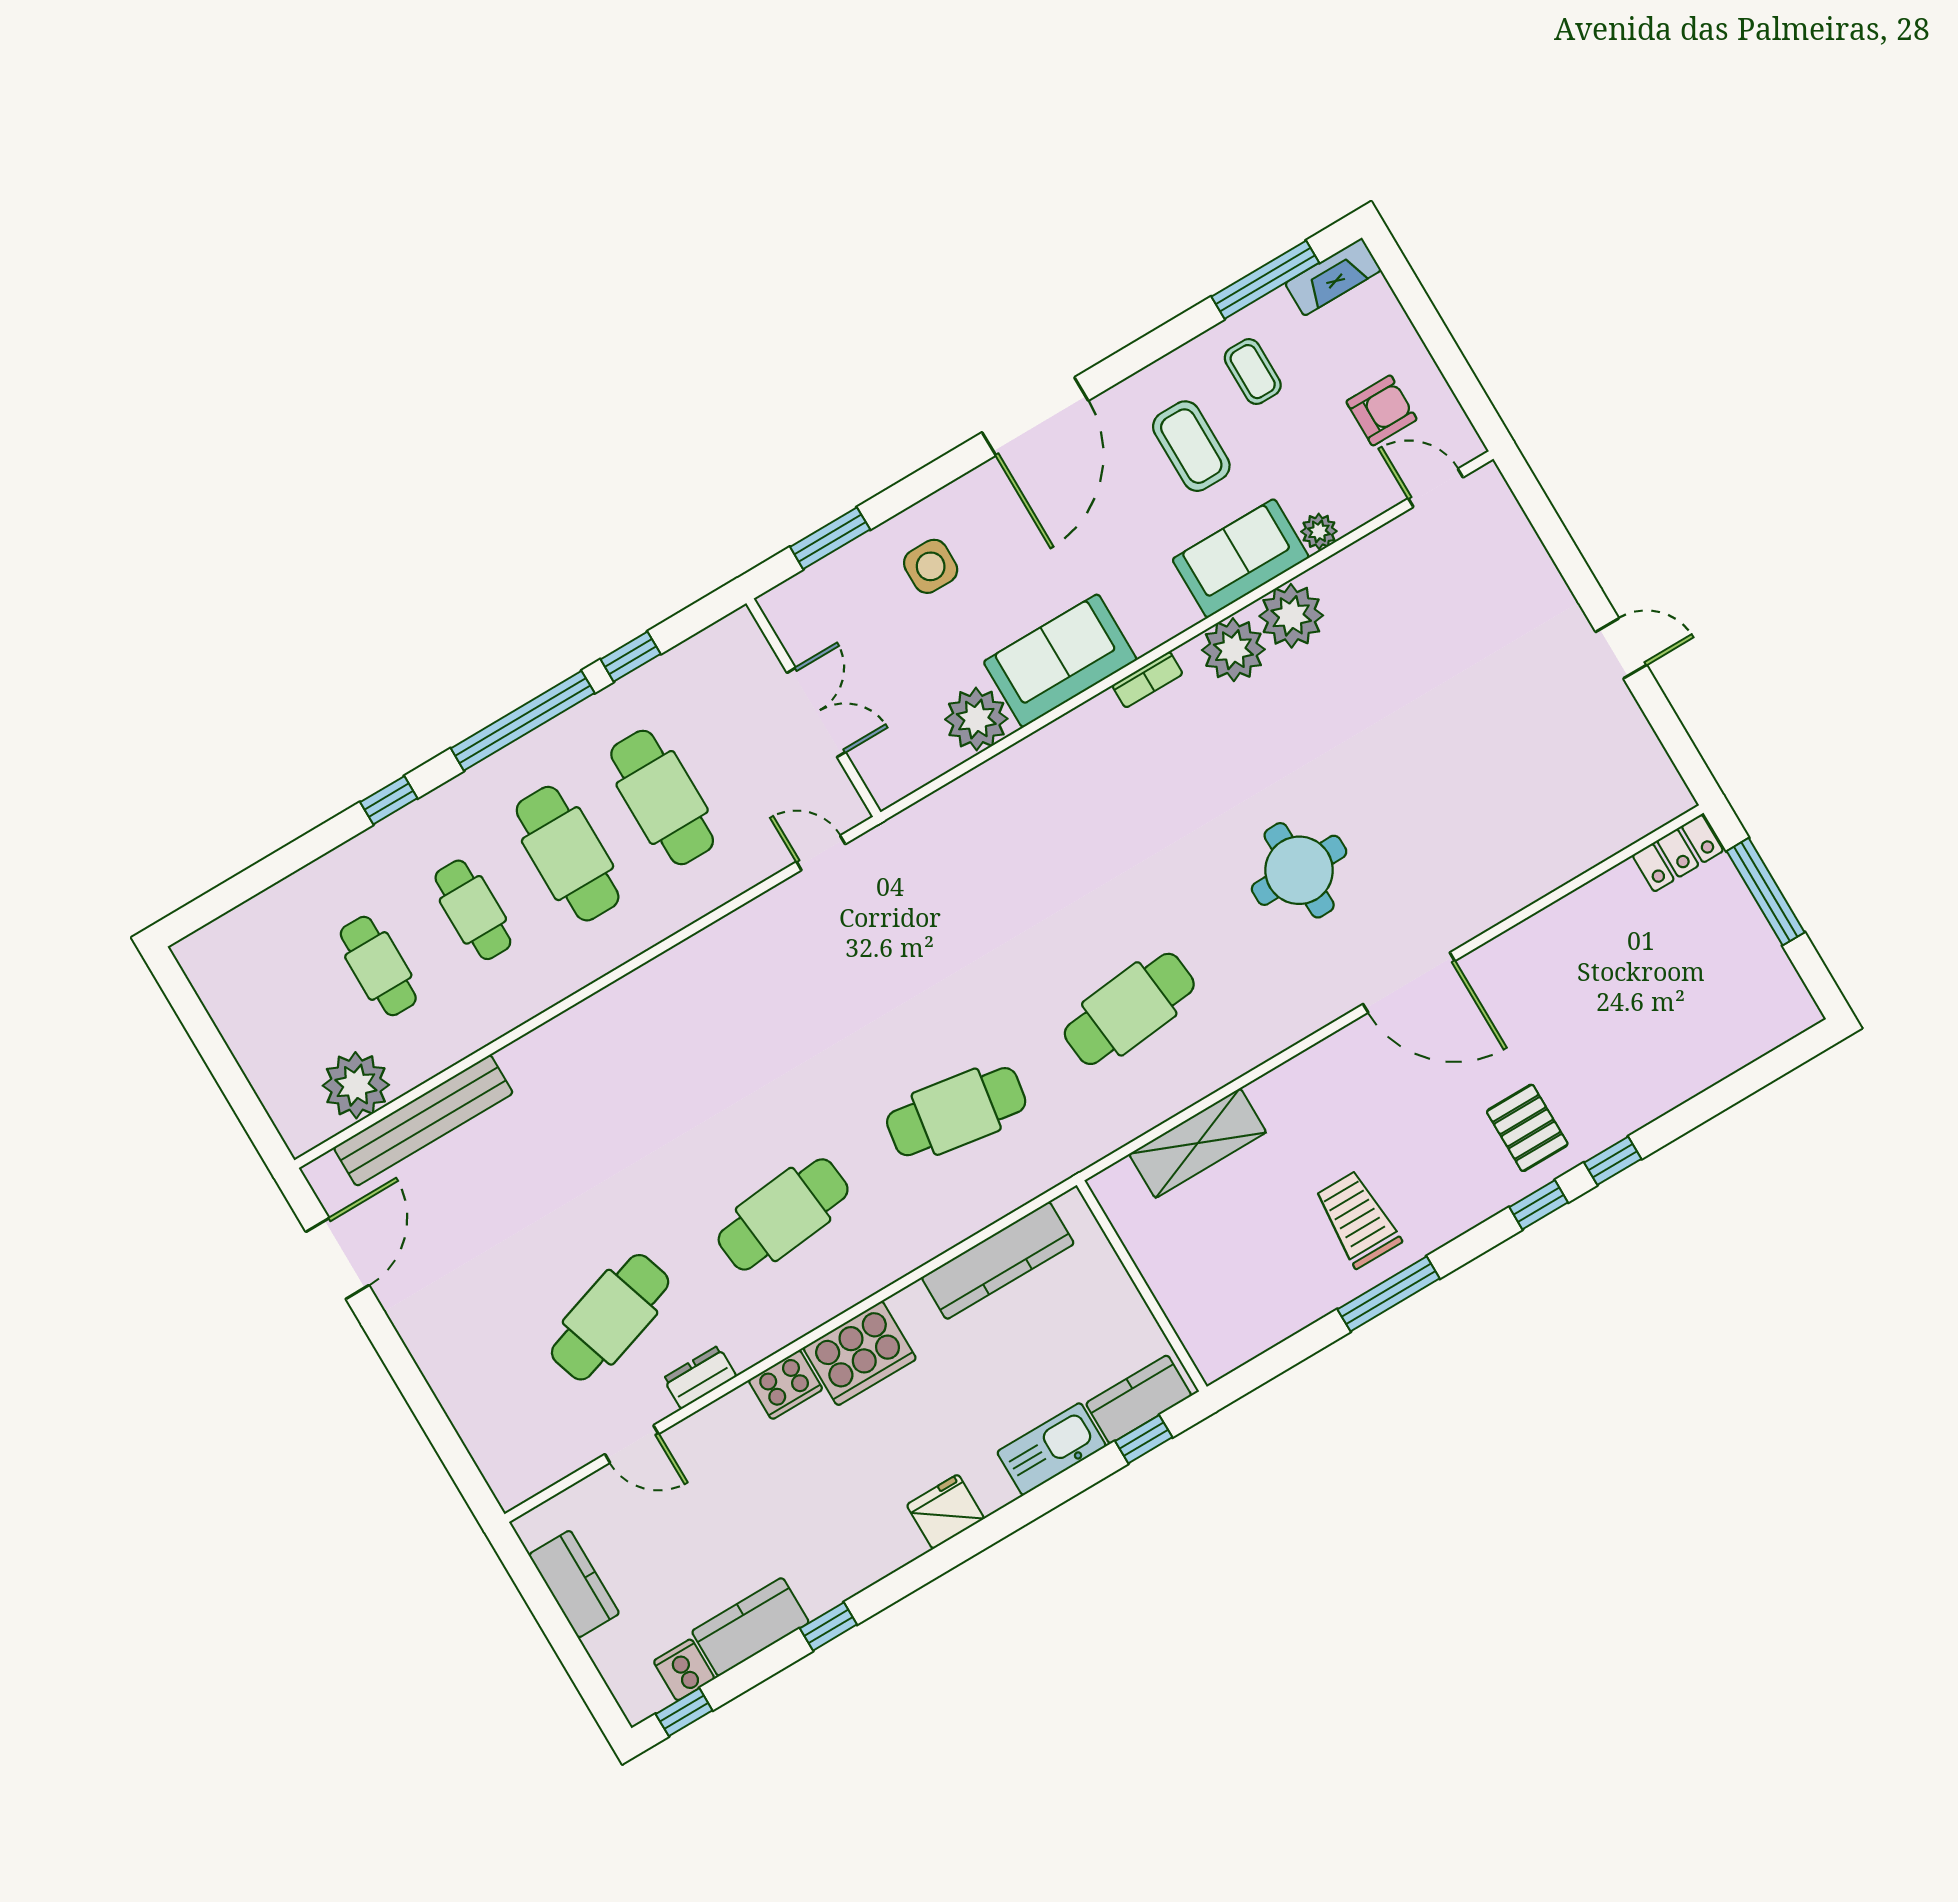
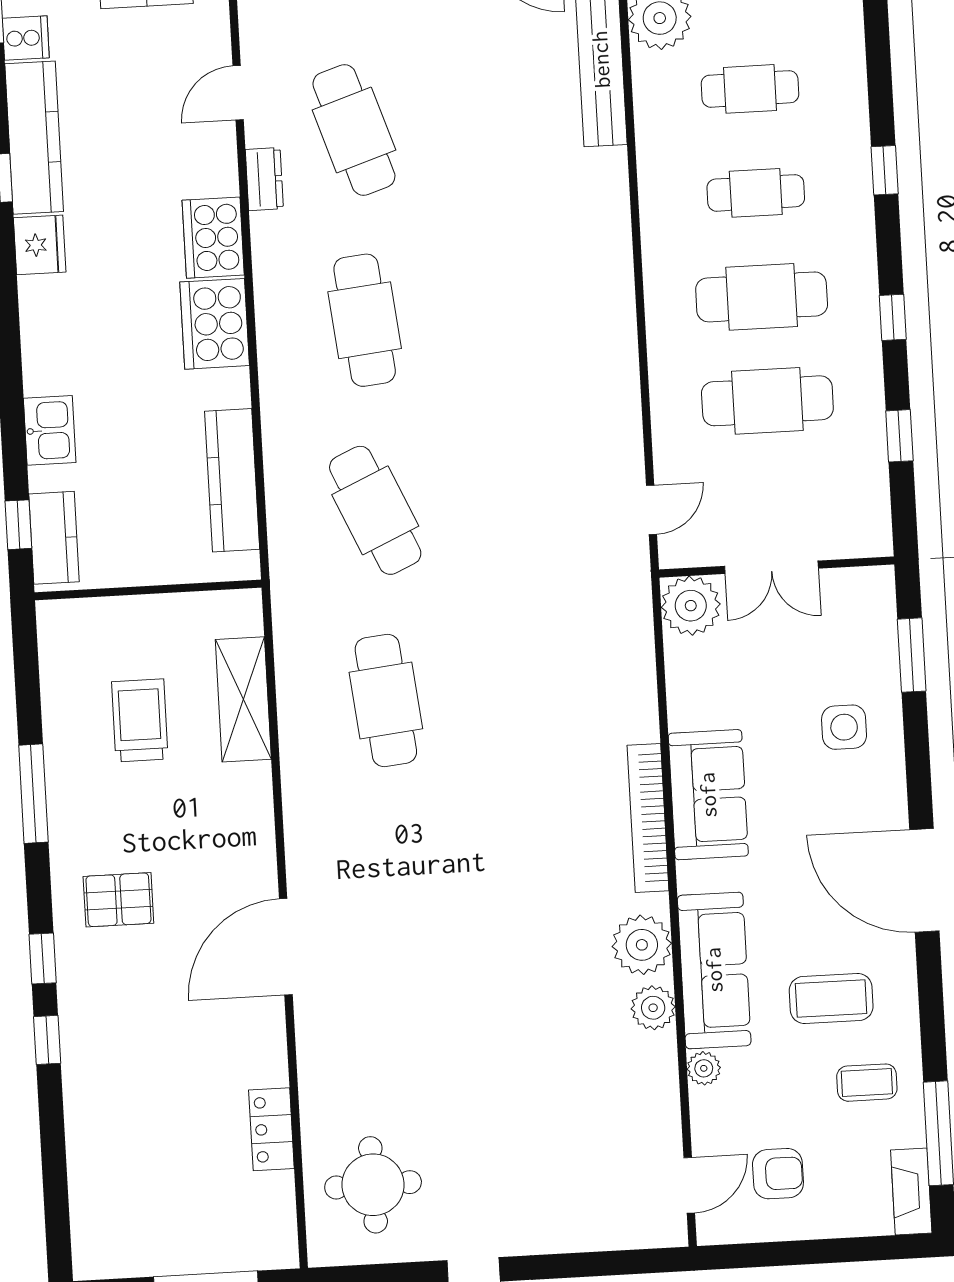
armchair: (1381, 410) -> (778, 1174), turned -90
sofa: (1241, 558) -> (714, 970), width x1.36
plant: (1291, 616) -> (653, 1008), width x0.73, depth x0.73
bookcase: (1147, 680) -> (648, 818), width x2.31, depth x1.31
plant: (976, 719) -> (691, 606), moved
window: (523, 721) -> (893, 317), width x0.32
locker: (1678, 853) -> (271, 1129), moved
round table: (1299, 870) -> (373, 1185), moved
cafe table: (956, 1112) -> (375, 510), turned -33
pallet: (1527, 1128) -> (118, 900), moved
trolley: (1358, 1219) -> (140, 720), moved, turned -90
cooker: (786, 1385) -> (213, 238), width x1.37, depth x1.31
kitchen sink: (1052, 1449) -> (50, 430), width x0.73
fridge: (945, 1512) -> (40, 245), moved
kitchen counter: (750, 1627) -> (34, 138), width x1.50

